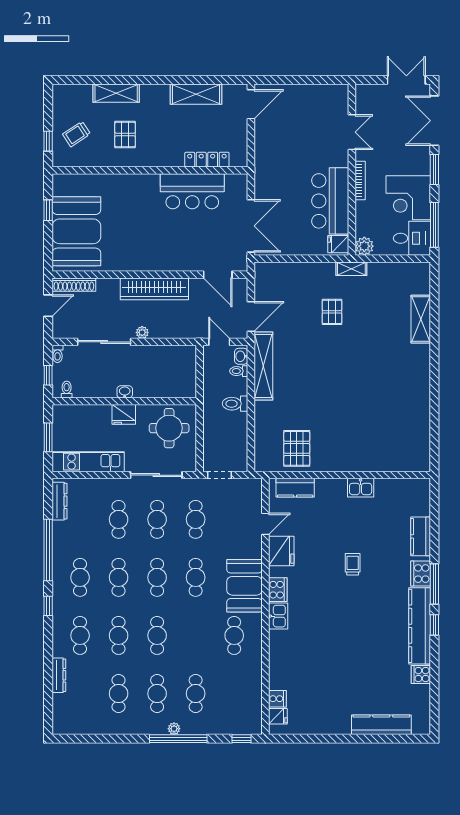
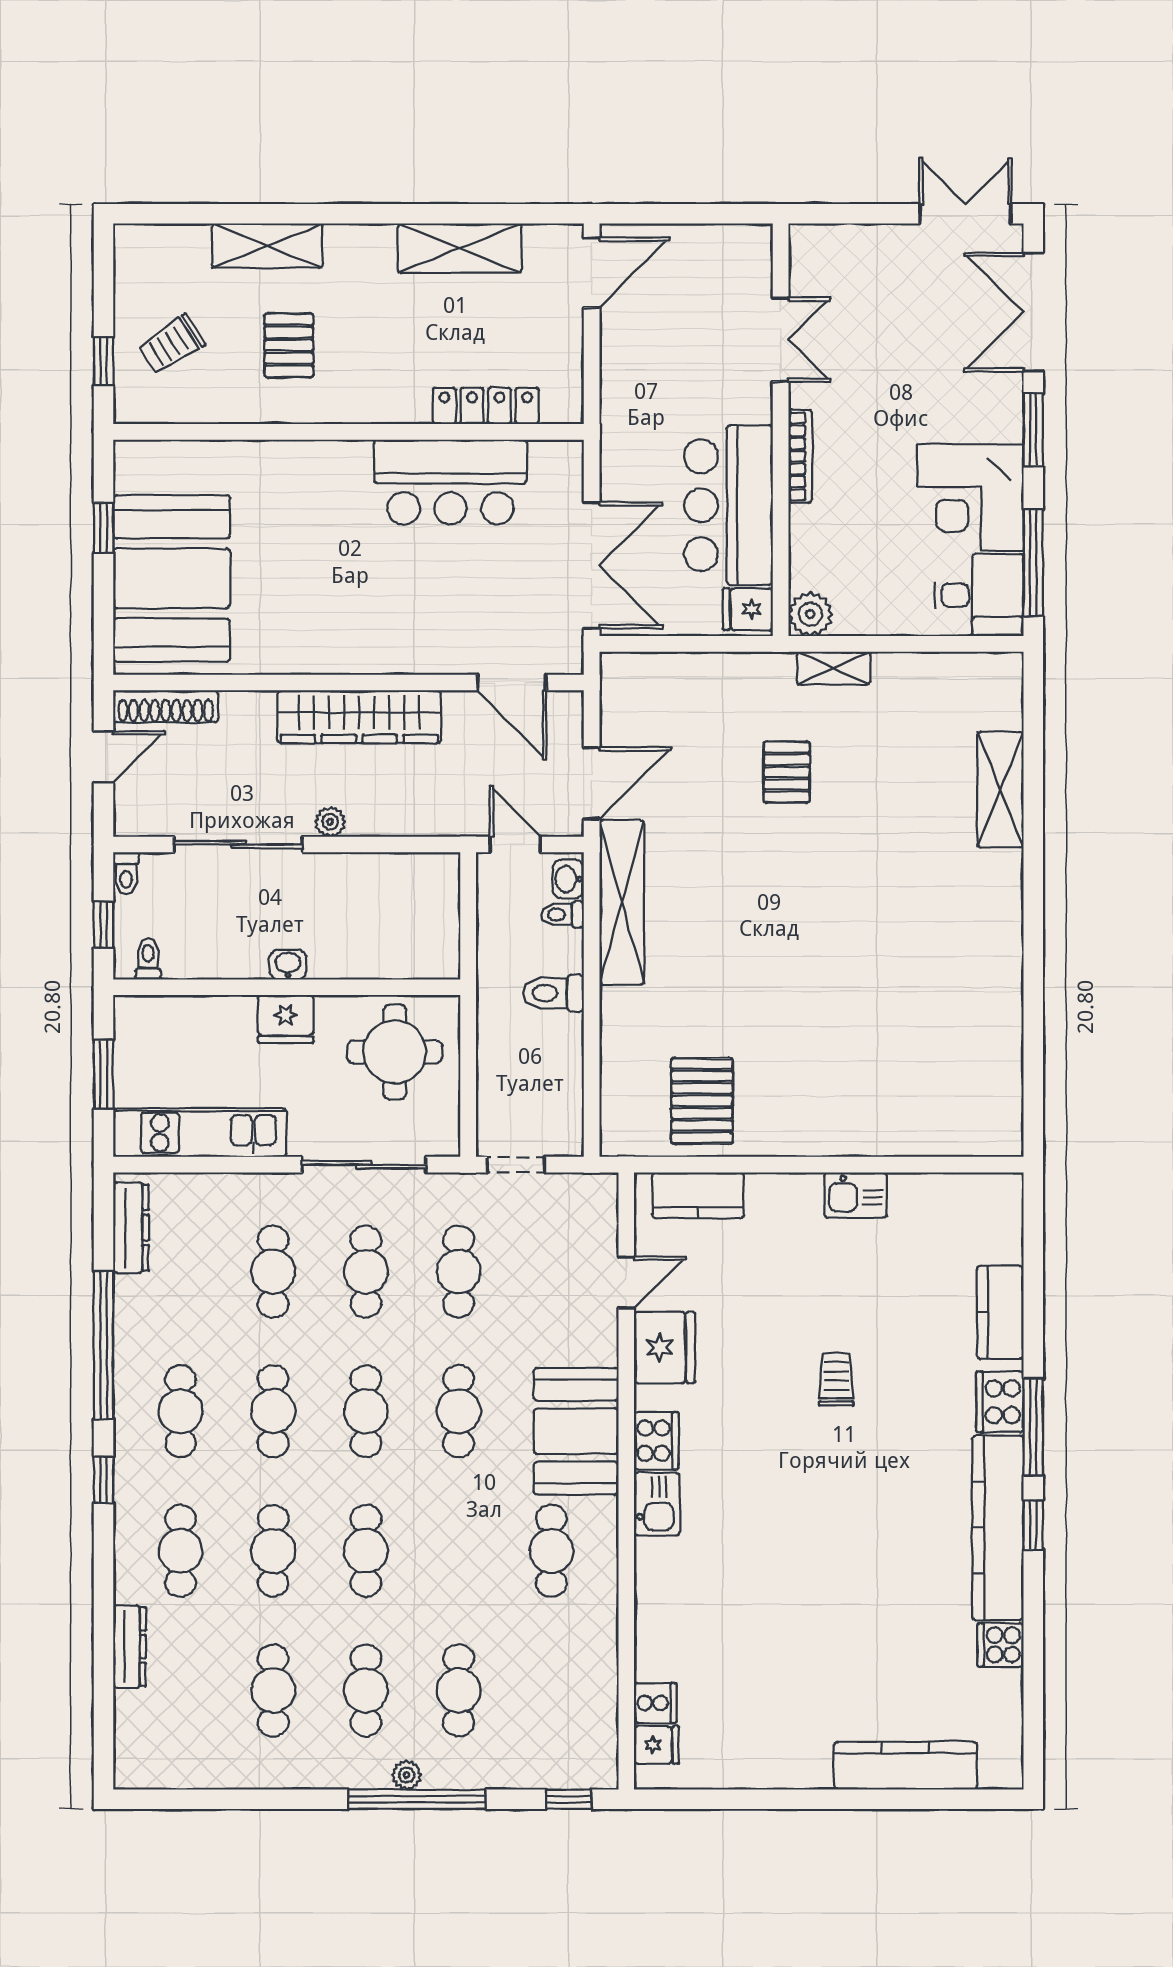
double door: (352, 132) -> (781, 340), moved
wall: (352, 170) -> (781, 430), moved
bookcase: (360, 181) -> (800, 456), moved
bar counter: (330, 201) -> (728, 505), moved
fridge: (338, 244) -> (748, 609), moved
plant: (364, 246) -> (810, 614), moved

